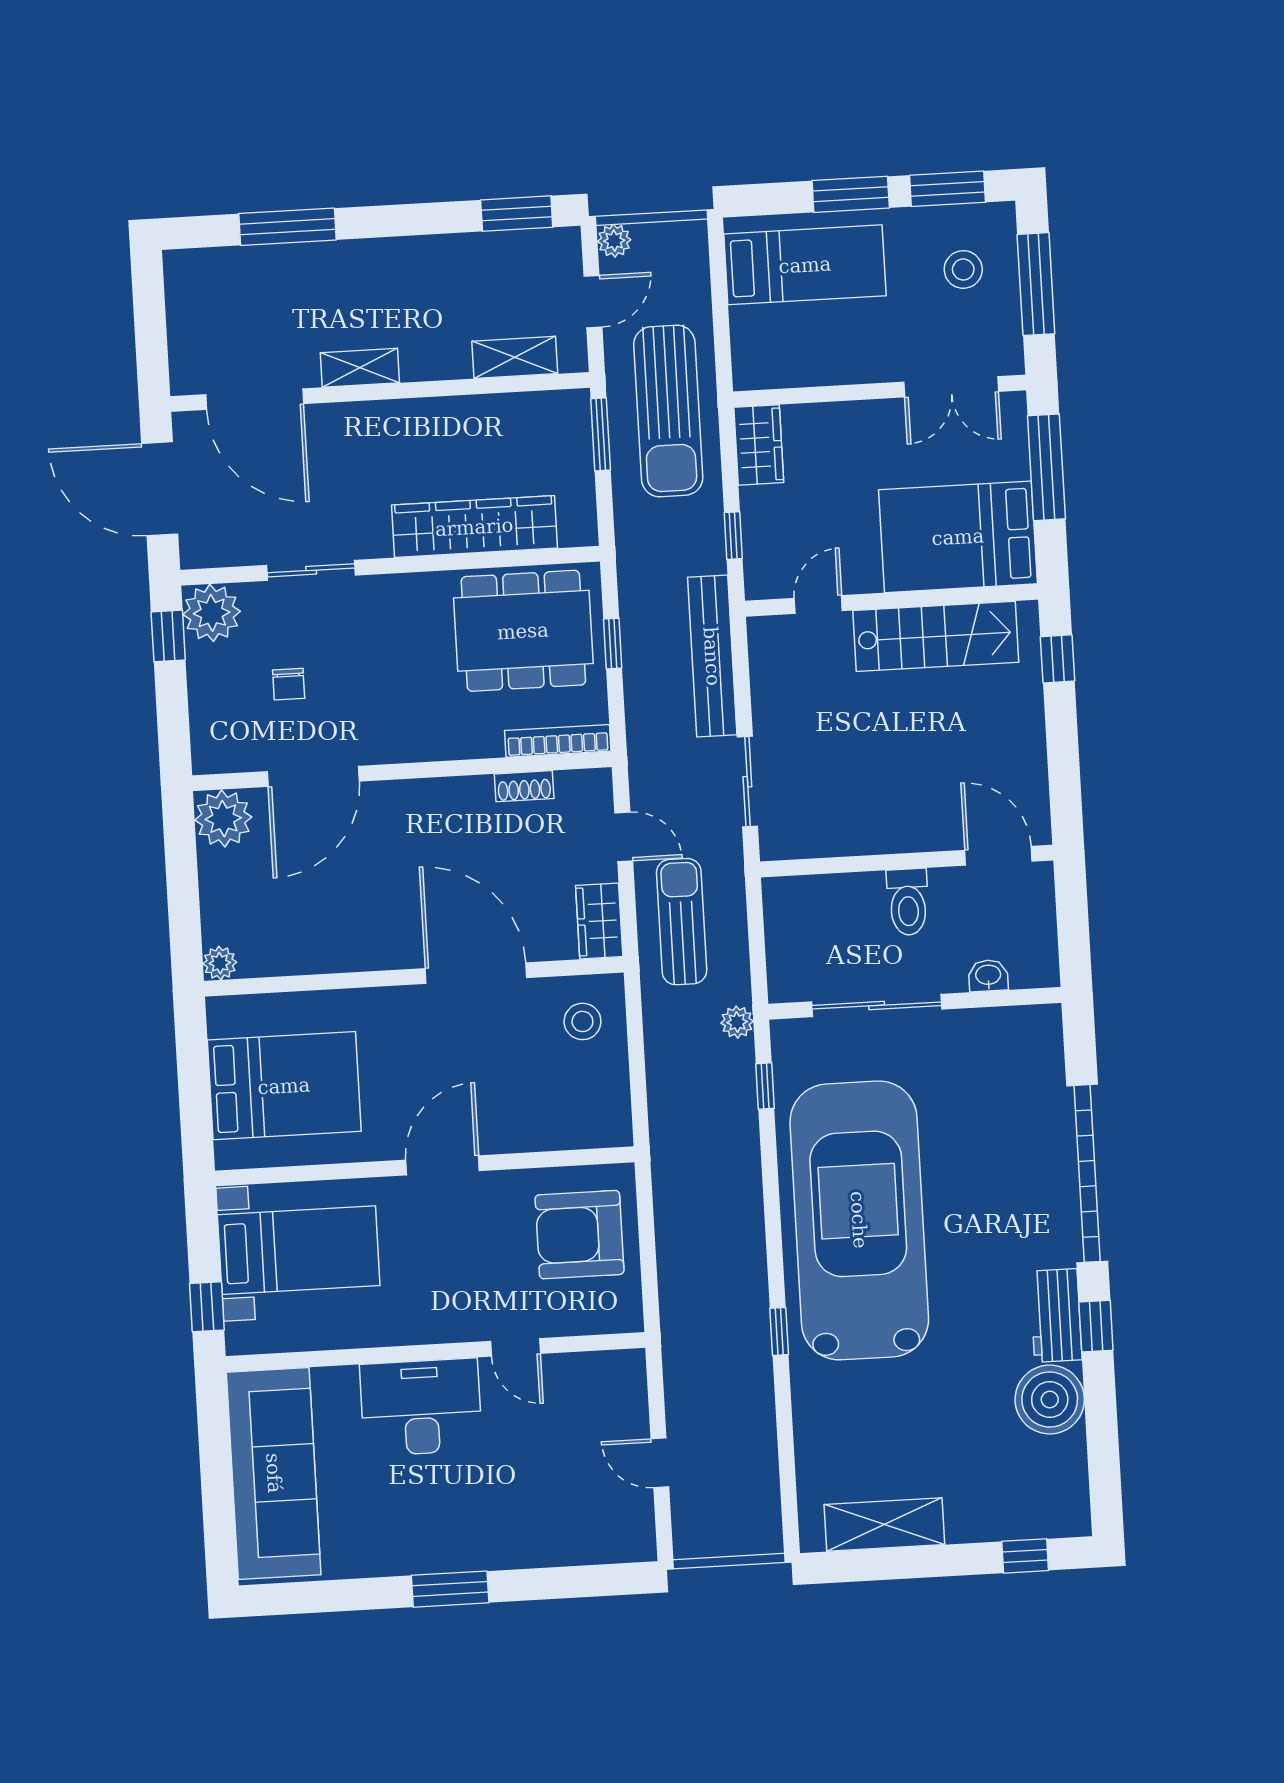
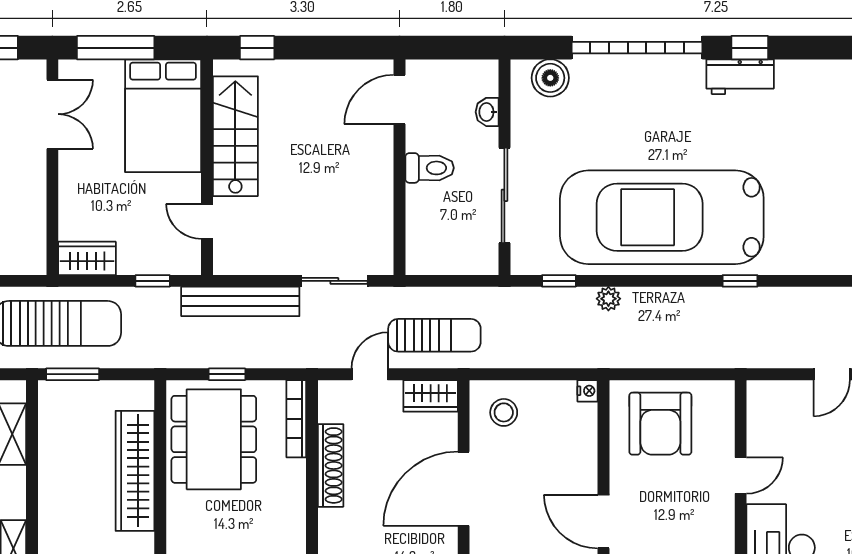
shoe rack: (524, 786) -> (331, 465), width x1.94, depth x1.24
sun lounger: (682, 922) -> (434, 335), turned 180
plant: (737, 1022) -> (608, 299), moved
nightstand: (618, 1133) -> (588, 391), added
boiler: (1050, 1400) -> (550, 78), moved, width x0.73, depth x0.73

